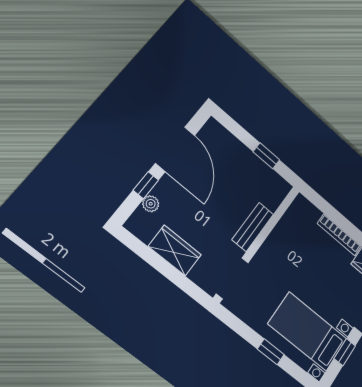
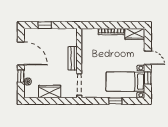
window: (266, 156) -> (45, 25), moved

